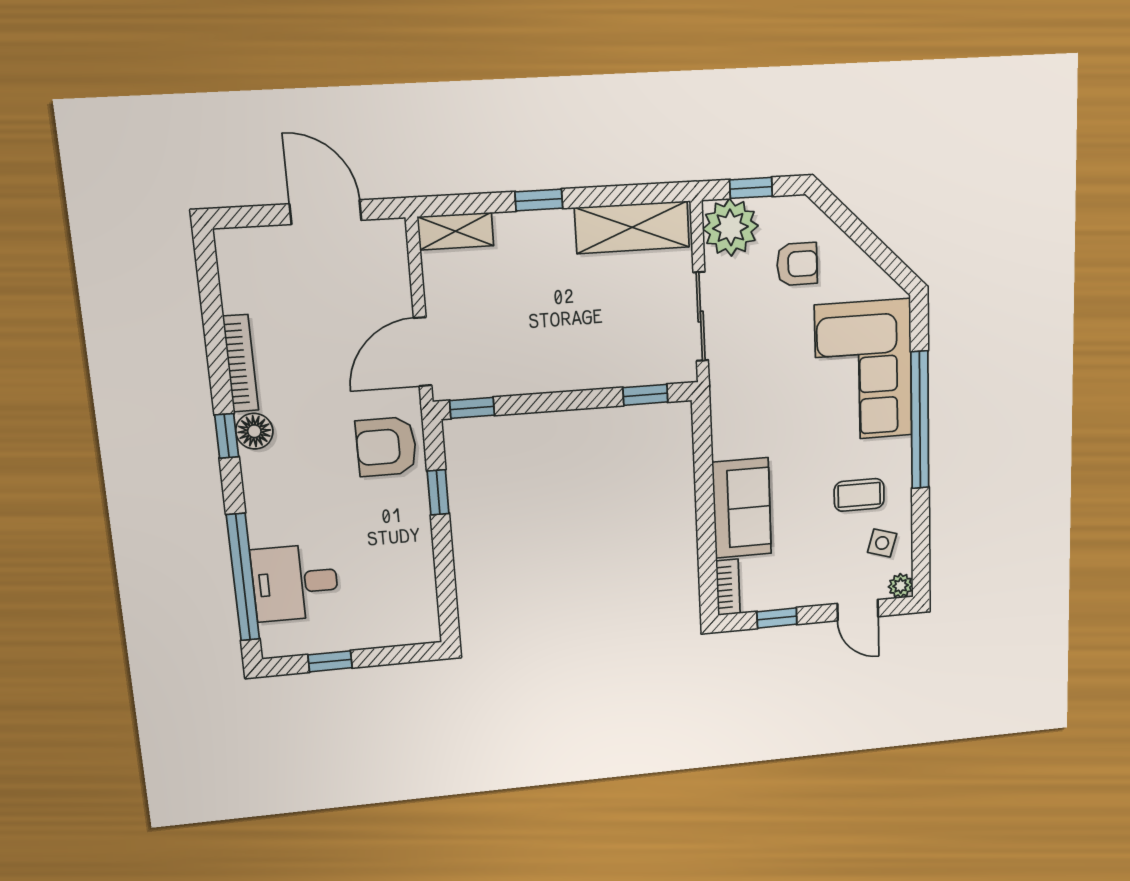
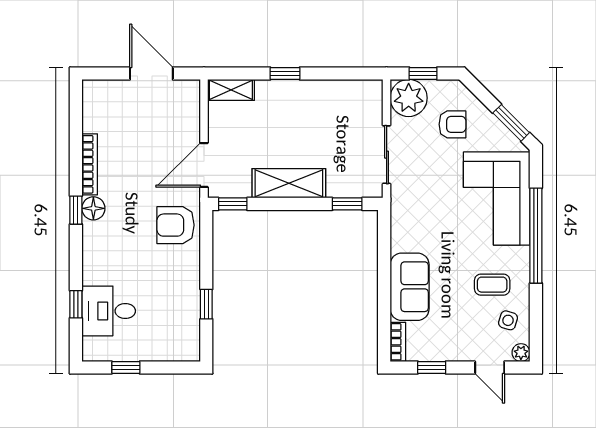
shelving: (632, 227) -> (289, 183), moved
window: (883, 256) -> (511, 123), added
window: (438, 492) -> (206, 304), moved
window: (243, 577) -> (76, 304), width x0.32

